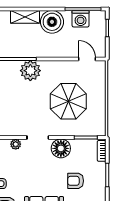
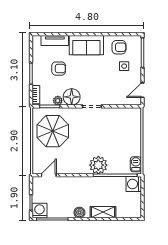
washing machine: (81, 19) -> (40, 211), moved
boiler: (52, 22) -> (79, 212), width x0.54, depth x0.54
door: (87, 59) -> (49, 175), swing flipped
parasol: (68, 101) -> (53, 131), moved
plant: (16, 144) -> (58, 101), moved

